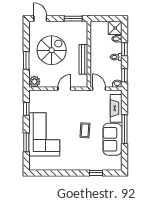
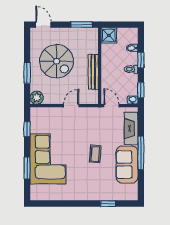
shower: (115, 28) -> (109, 35), moved
spiral stairs: (52, 50) -> (57, 61), turned 90

